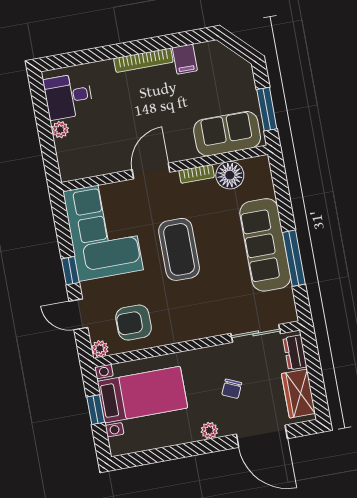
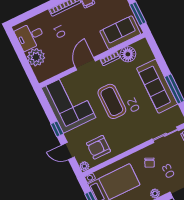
plant: (60, 130) -> (36, 57), width x1.88, depth x1.88
chair: (232, 389) -> (150, 163), moved

